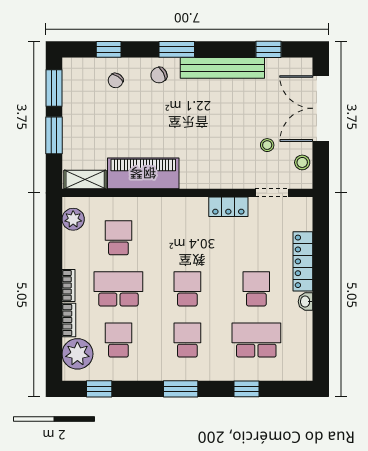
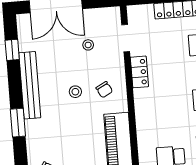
chair: (159, 75) -> (104, 90), moved
stool: (302, 162) -> (75, 92), moved

